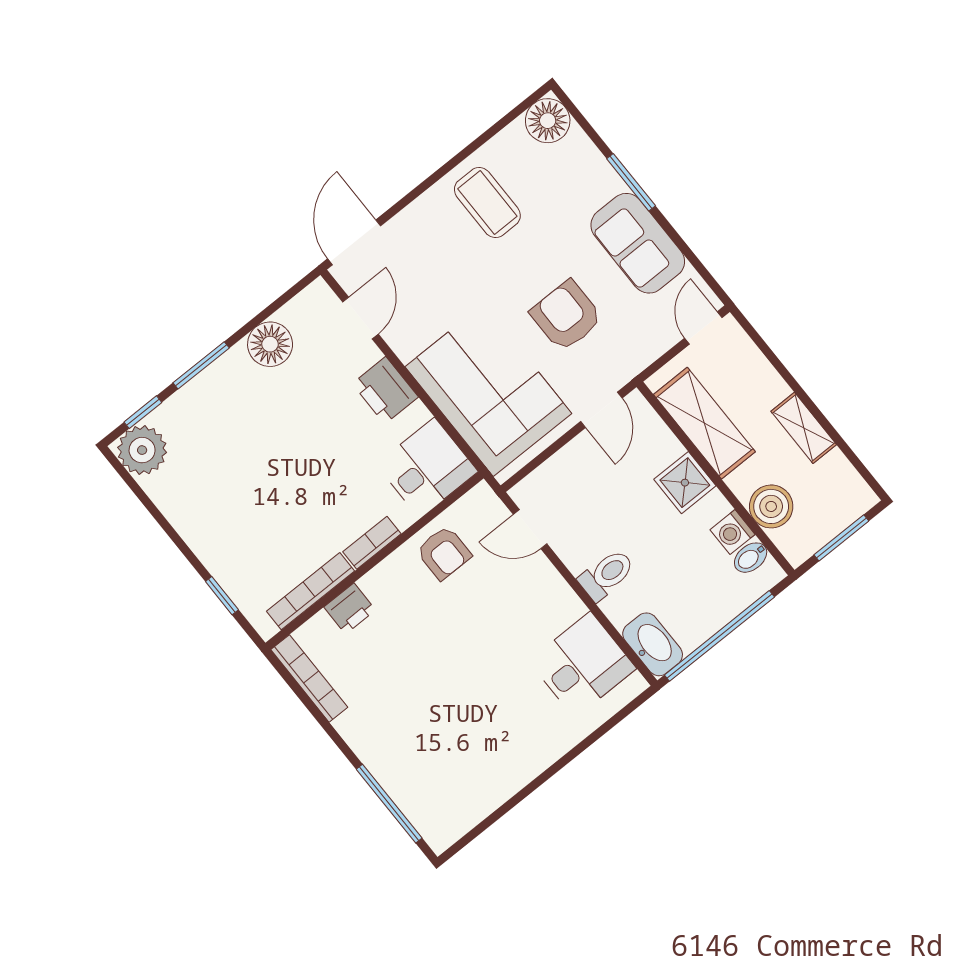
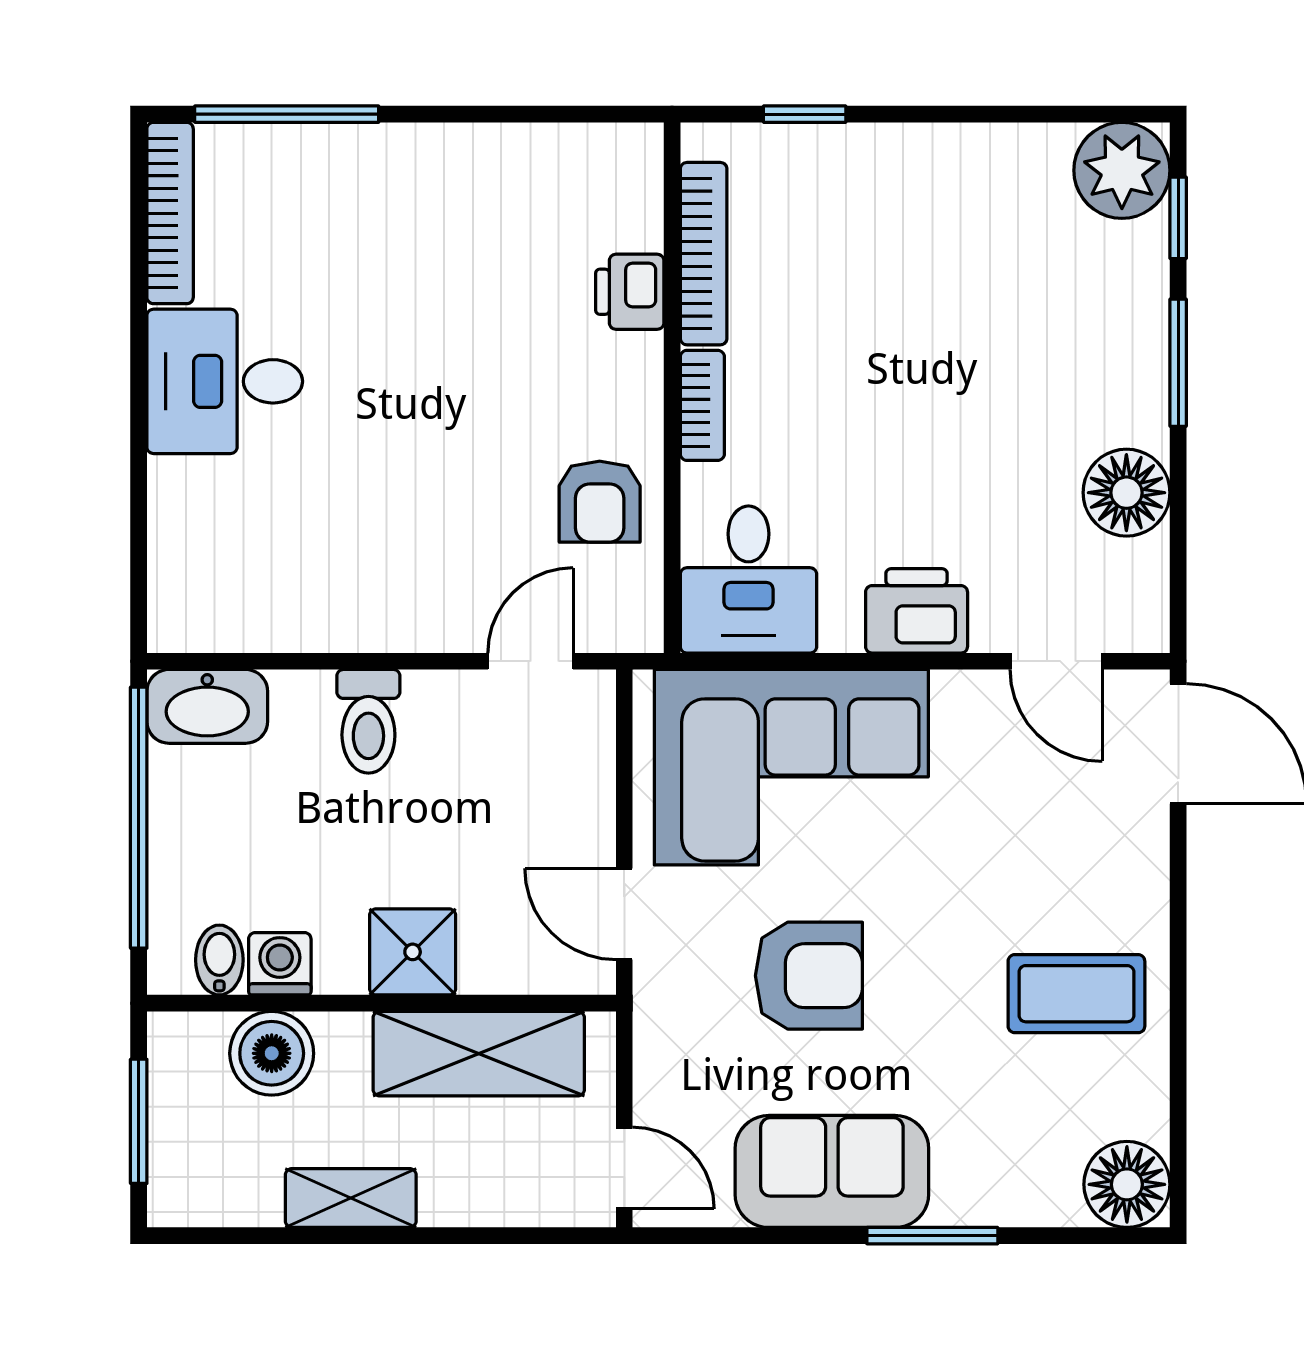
armchair: (444, 553) -> (600, 502), turned -90
desk: (582, 665) -> (225, 381), moved, turned 90
bookcase: (309, 678) -> (170, 213), moved, turned -90

